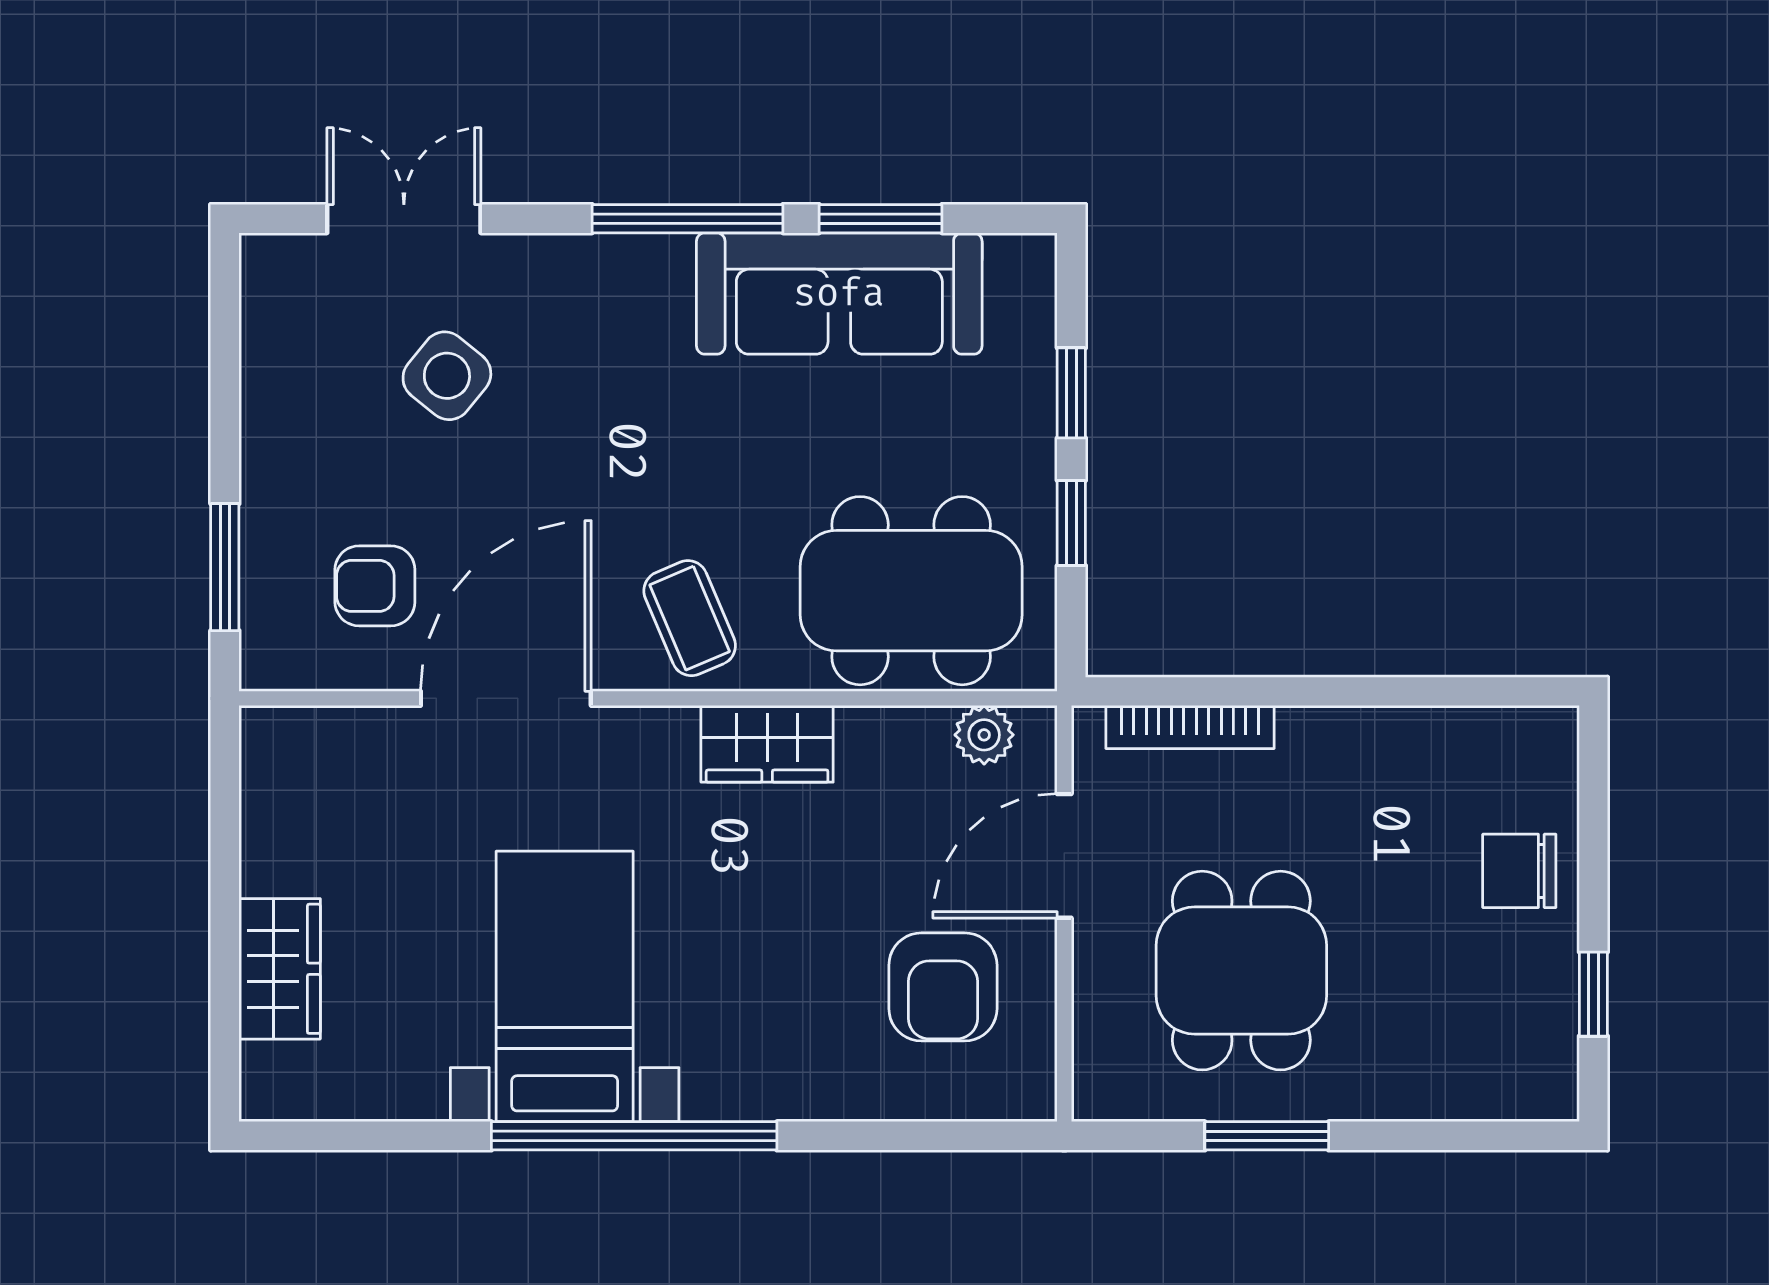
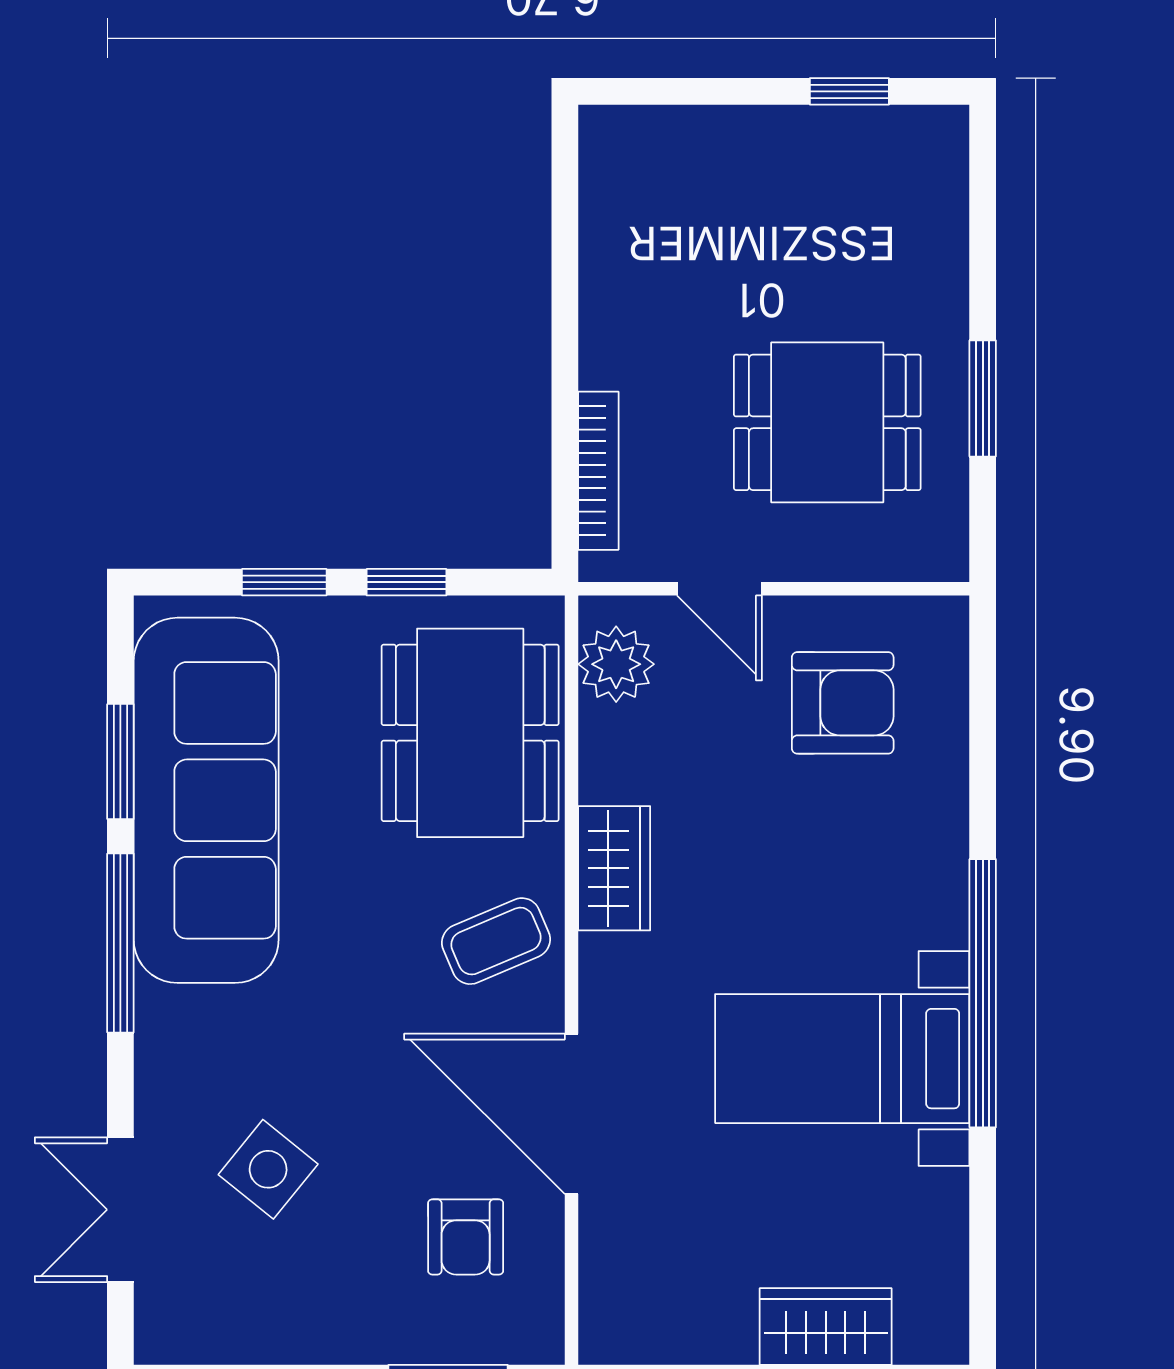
sofa: (839, 294) -> (206, 800), width x1.36, depth x1.27
plant: (984, 735) -> (616, 664), width x1.38, depth x1.38
door: (1064, 856) -> (719, 589), width x0.73
chair: (1519, 871) -> (734, 161), removed

